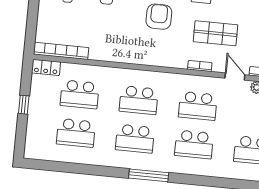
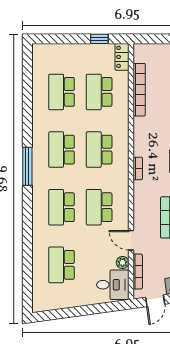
bookcase: (61, 51) -> (139, 90), moved
bookcase: (200, 66) -> (138, 168), moved
door: (235, 77) -> (131, 240), swing flipped
window: (24, 105) -> (99, 39), moved

